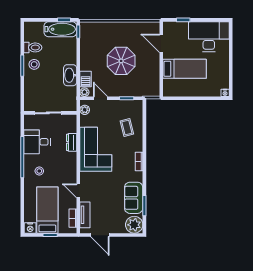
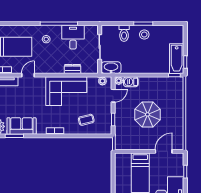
toilet: (33, 47) -> (124, 33), moved
washbasin: (70, 75) -> (111, 68), moved

